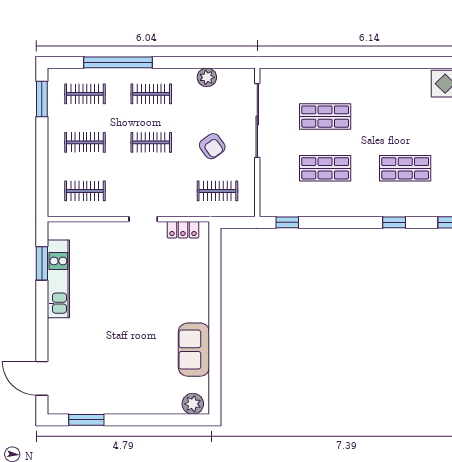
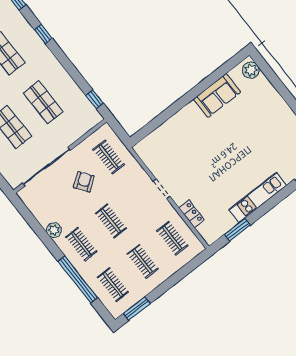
plant: (207, 77) -> (54, 230), moved
locker: (183, 230) -> (192, 214), moved
kitchen unit: (58, 279) -> (258, 197), moved

